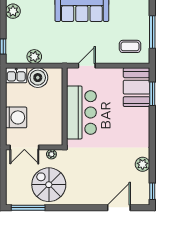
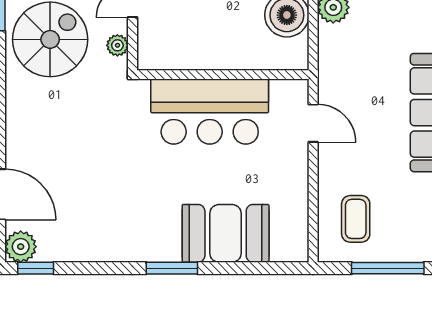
booth: (137, 87) -> (226, 233), moved
window: (152, 94) -> (172, 268), moved
plant: (143, 164) -> (21, 247), moved

